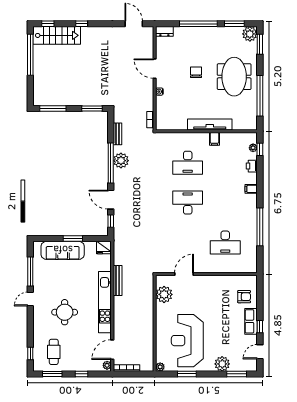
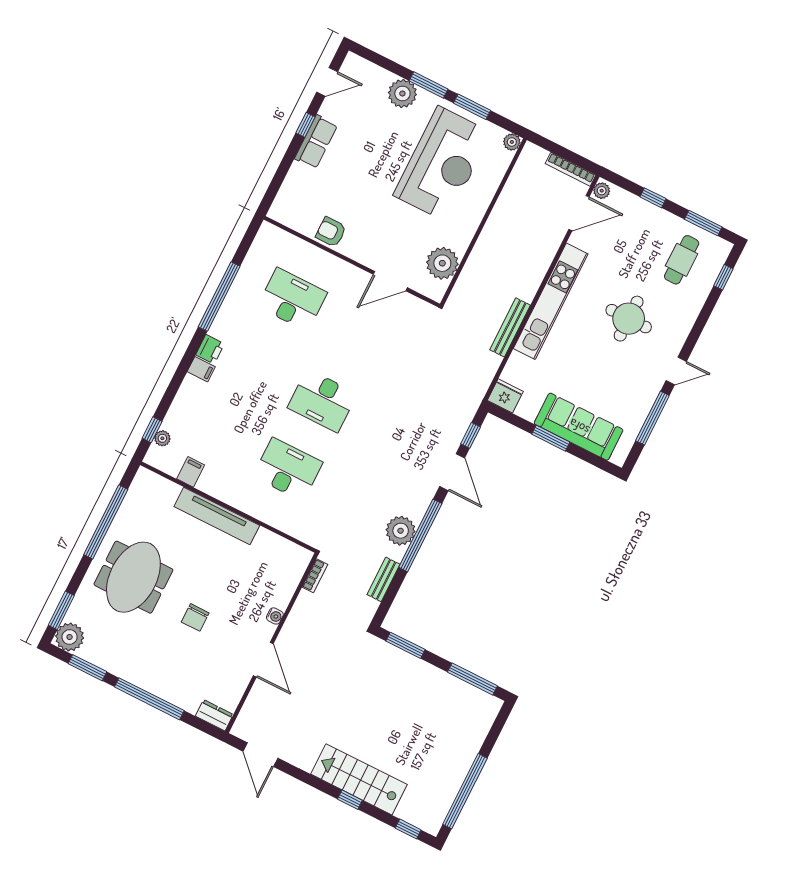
stairs: (57, 35) -> (359, 779), moved
filing cabinet: (214, 139) -> (191, 472), moved
printer: (252, 166) -> (210, 349), moved
armchair: (244, 297) -> (331, 232), moved
window: (237, 374) -> (429, 85), moved

